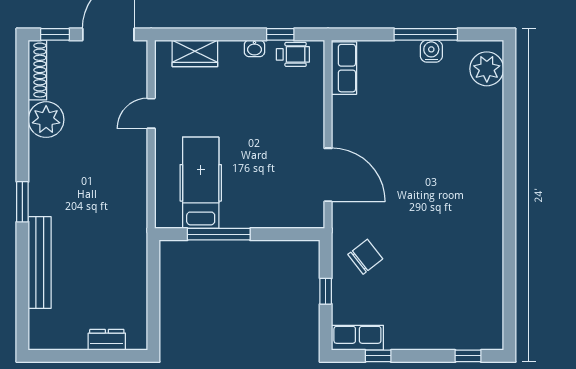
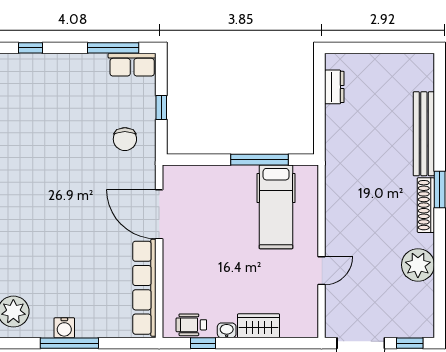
wardrobe: (195, 53) -> (259, 326), moved
row of seats: (344, 68) -> (144, 288), width x2.02
shoe rack: (37, 70) -> (426, 205), moved
chair: (365, 257) -> (125, 139), turned -52
dresser: (107, 340) -> (334, 87), moved, turned -90
window: (378, 356) -> (113, 48), width x2.17

